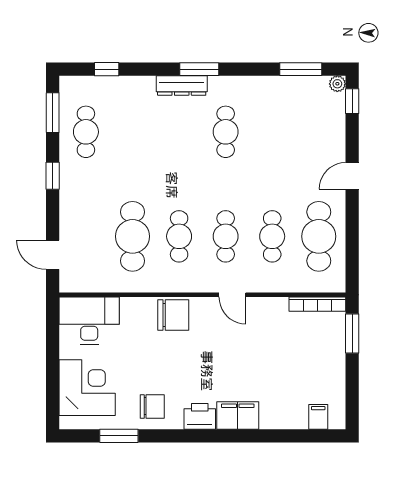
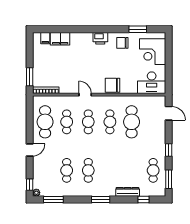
dresser: (182, 86) -> (128, 192), moved
cafe table: (272, 132) -> (67, 170), added
filing cabinet: (238, 415) -> (60, 39), moved

